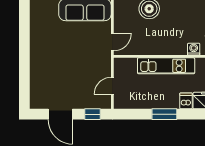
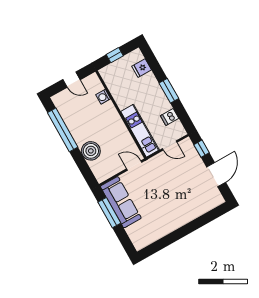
kitchen unit: (166, 66) -> (140, 131), moved
dishwasher: (186, 101) -> (170, 117), moved

